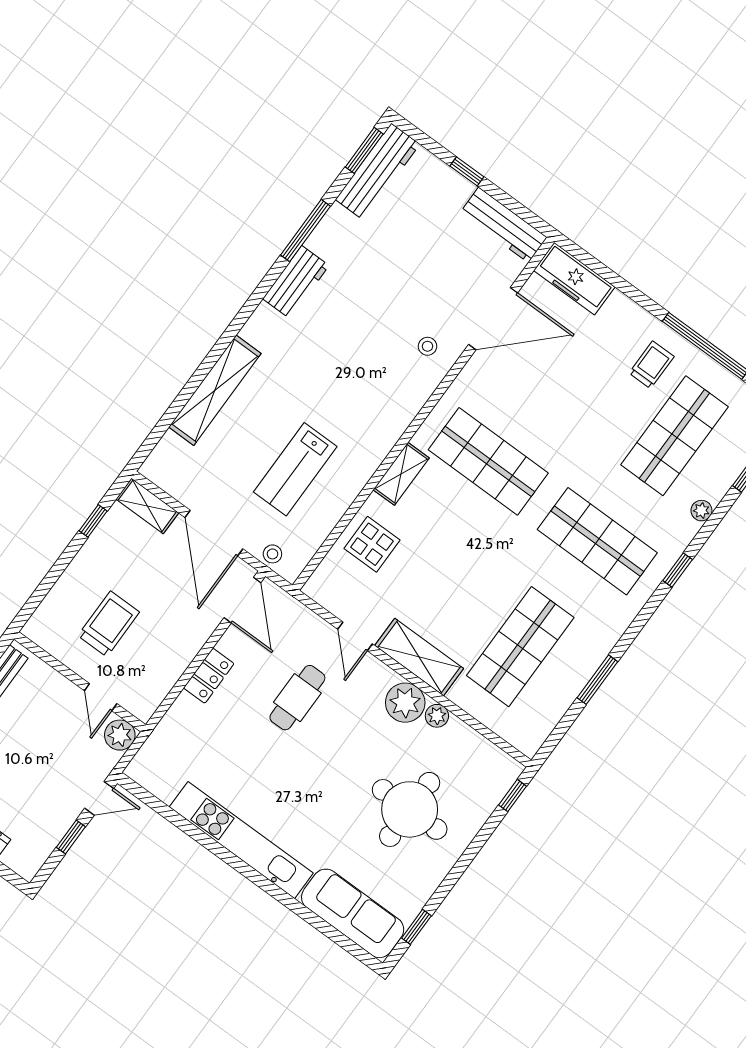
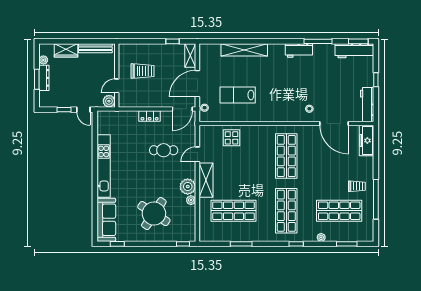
shelving: (401, 474) -> (261, 131), removed
round table: (410, 809) -> (154, 214), turned 33

